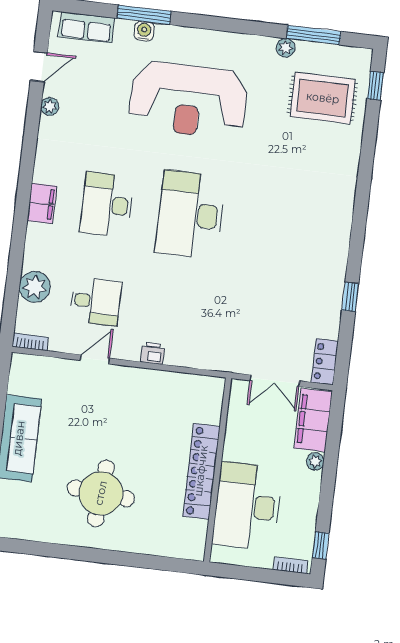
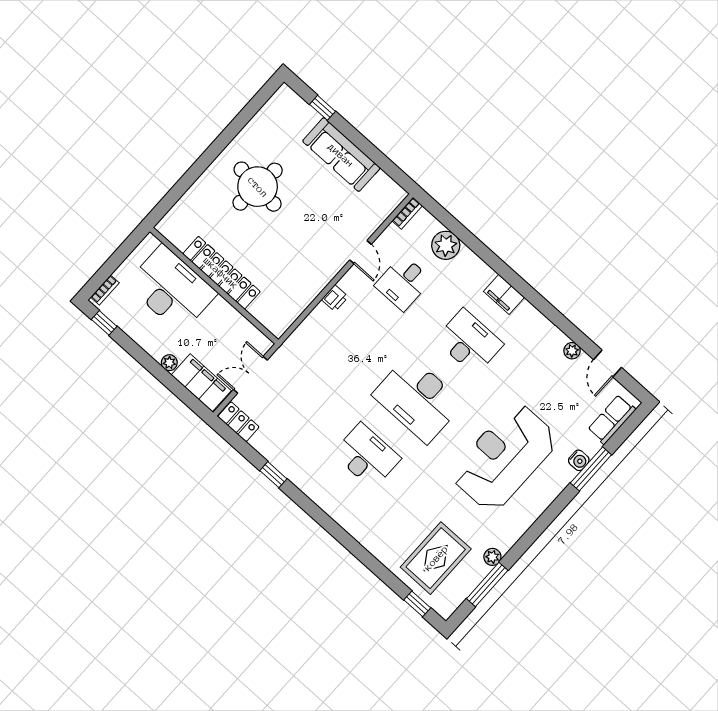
desk: (191, 215) -> (418, 399), turned 180
desk: (274, 225) -> (367, 456), added

